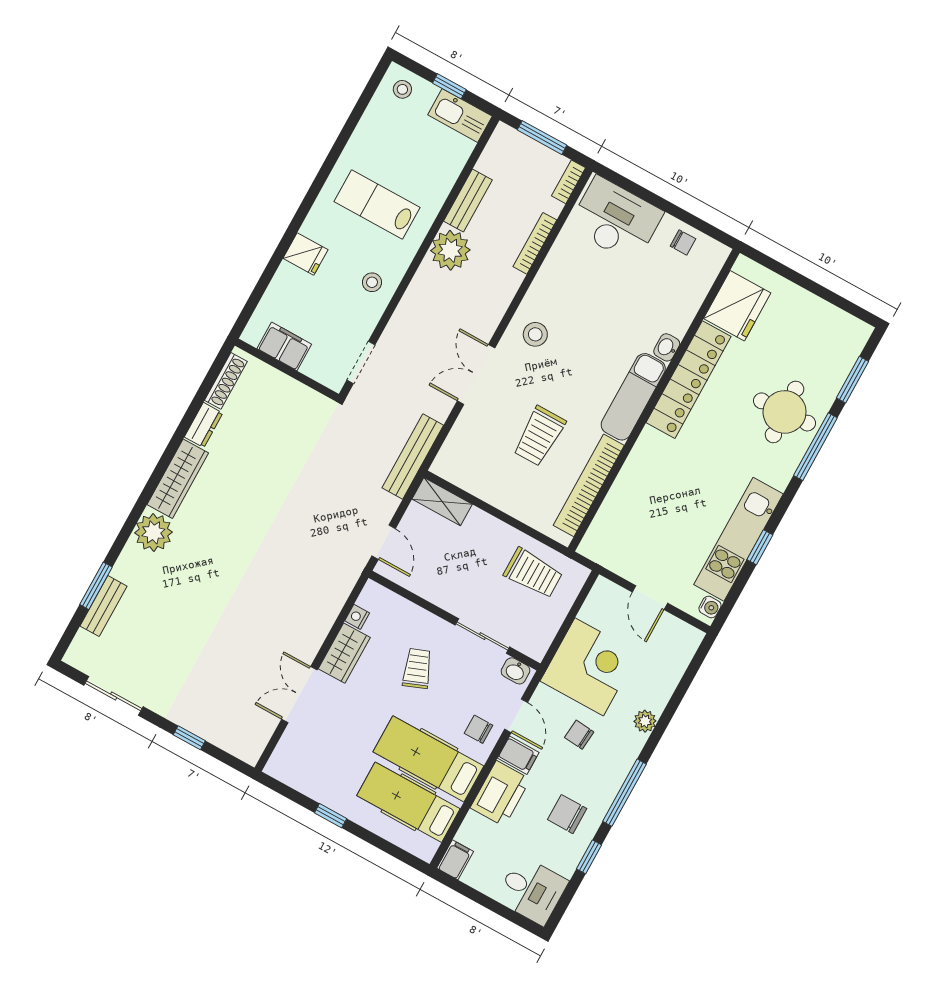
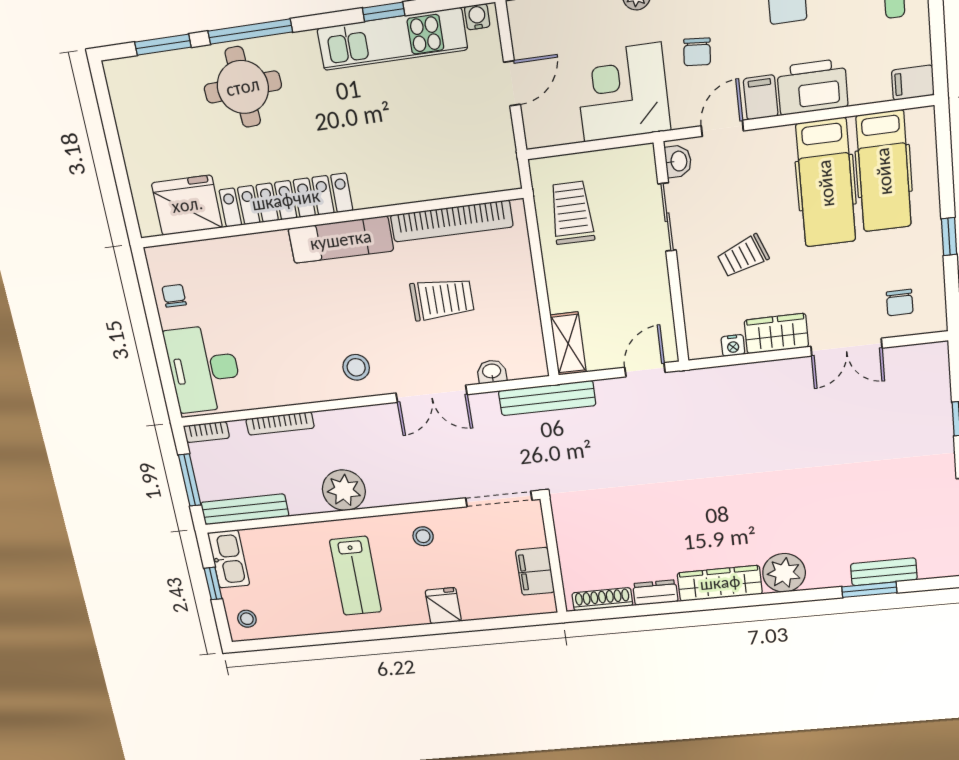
bench: (468, 201) -> (245, 509), moved, width x1.36
washbasin: (667, 347) -> (492, 372), moved, turned 180
doorway: (361, 363) -> (499, 499), width x1.38
chair: (478, 729) -> (900, 303), moved

